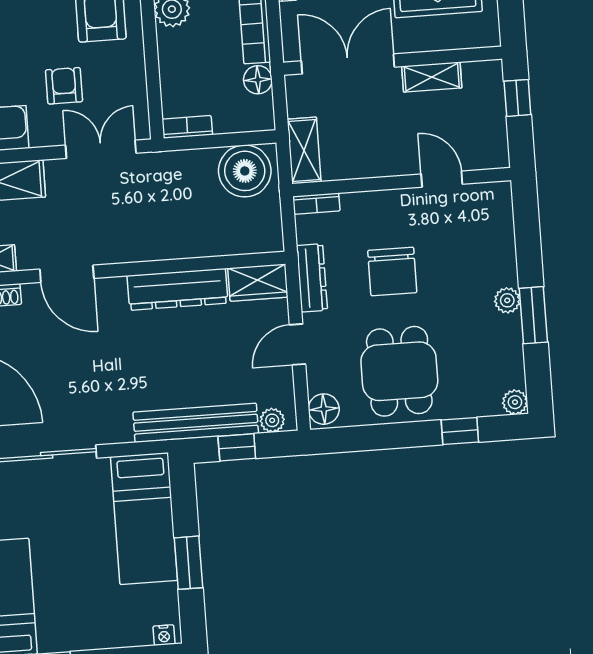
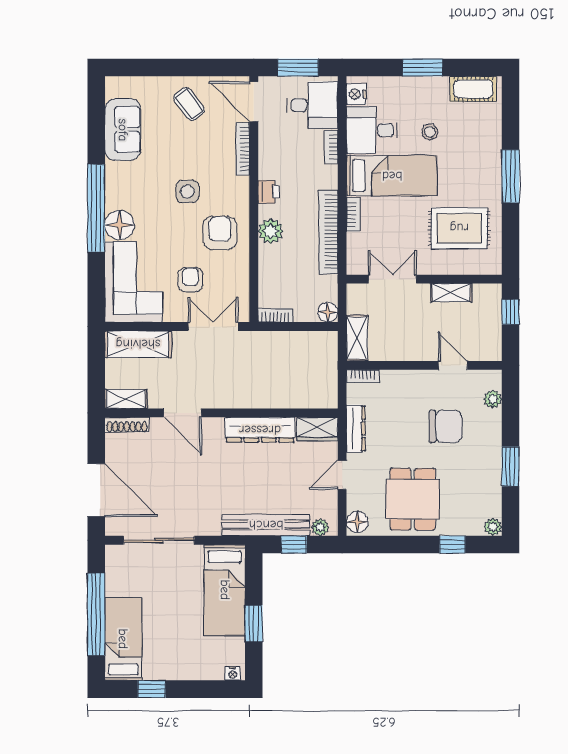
double door: (348, 64) -> (392, 279), width x0.73
floor lamp: (258, 80) -> (328, 312), moved
boiler: (245, 171) -> (314, 349), removed
chair: (392, 271) -> (446, 426), moved, turned -90
plant: (507, 300) -> (493, 399), moved

